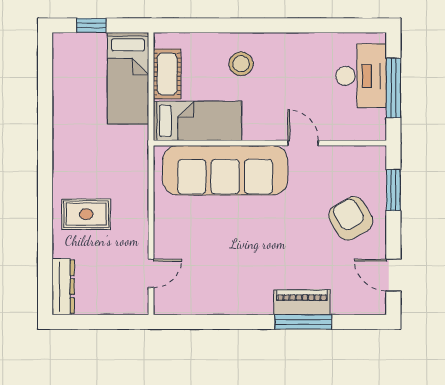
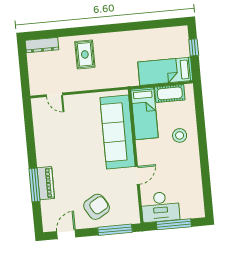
desk: (361, 76) -> (160, 207), moved
window: (393, 190) -> (115, 230), width x1.44

